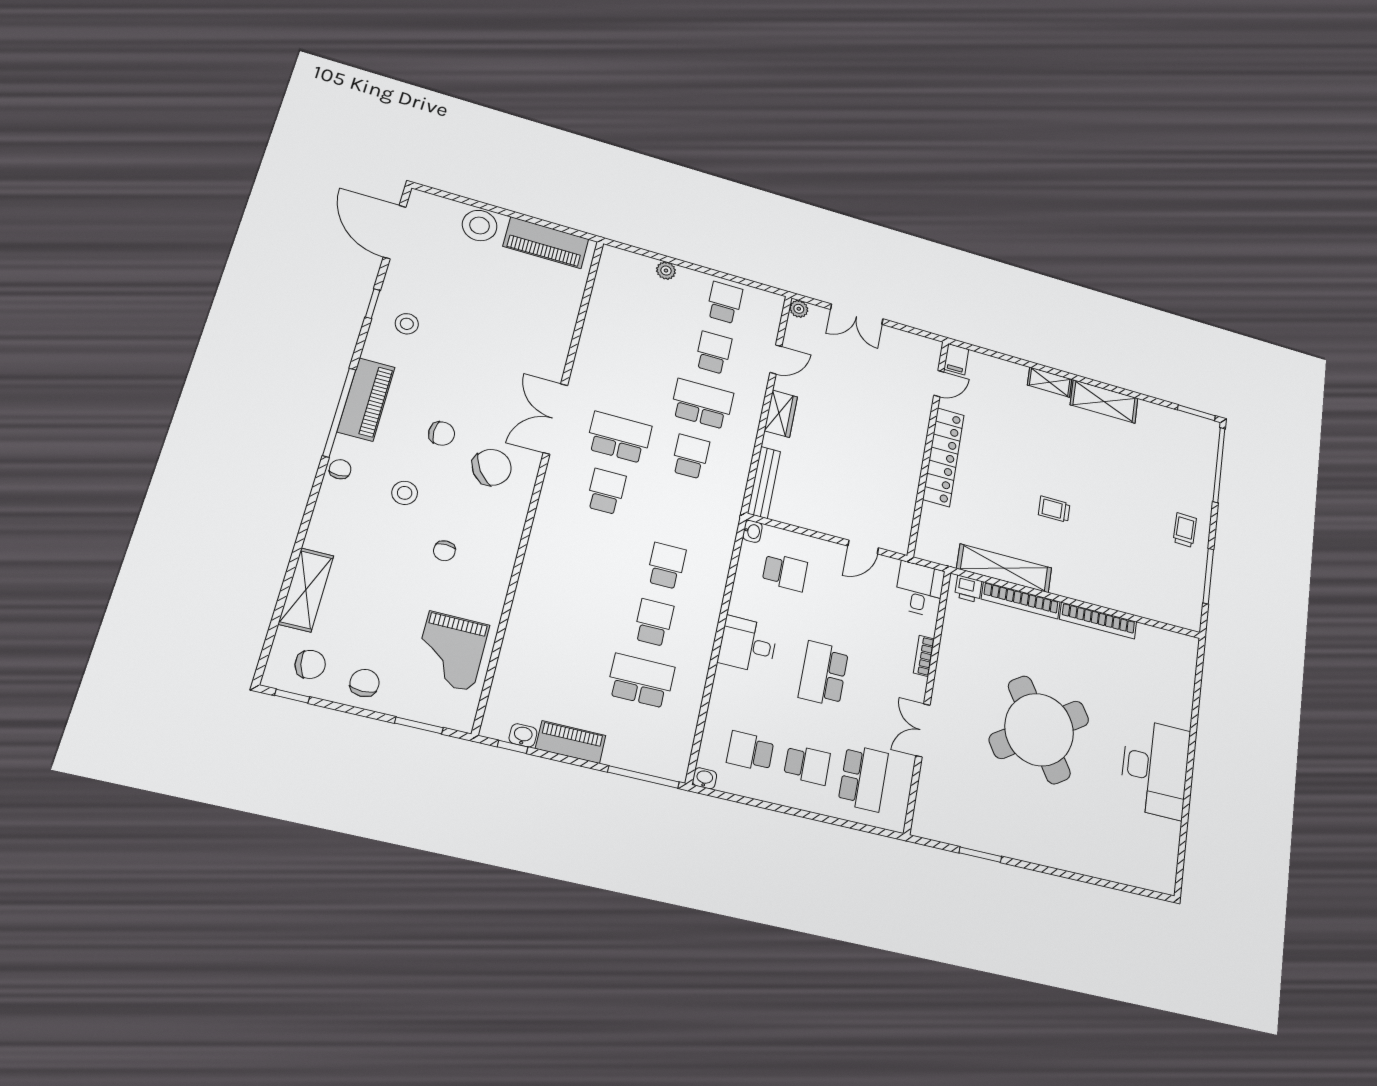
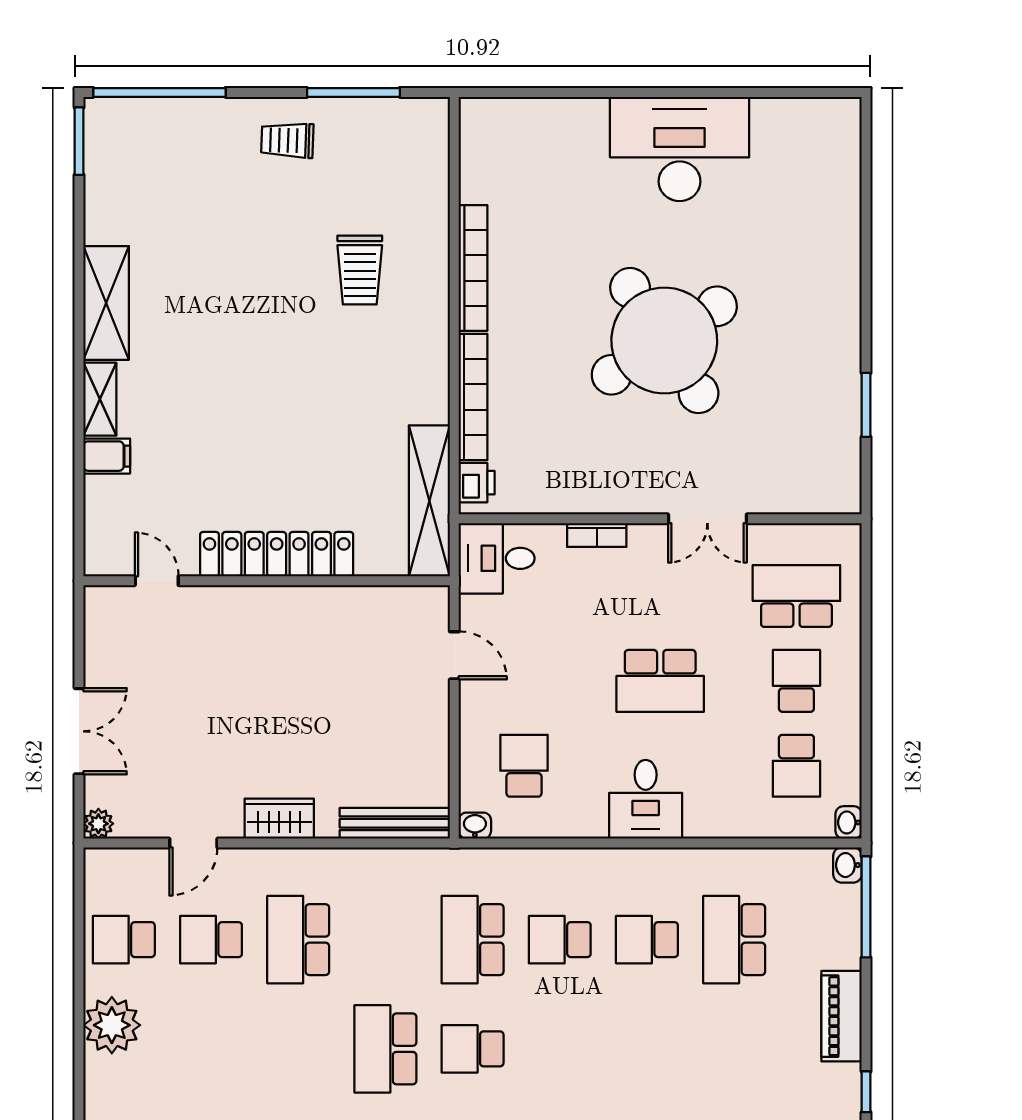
plant: (666, 271) -> (112, 1025), width x1.88, depth x1.88
door: (776, 359) -> (193, 843), swing flipped
filing cabinet: (956, 359) -> (107, 456), moved
school desk: (690, 456) -> (473, 940), moved, width x1.85
trolley: (1054, 509) -> (360, 270), moved, width x1.36, depth x1.39
shelving: (1004, 568) -> (429, 501), moved
washbasin: (523, 735) -> (847, 865), moved

